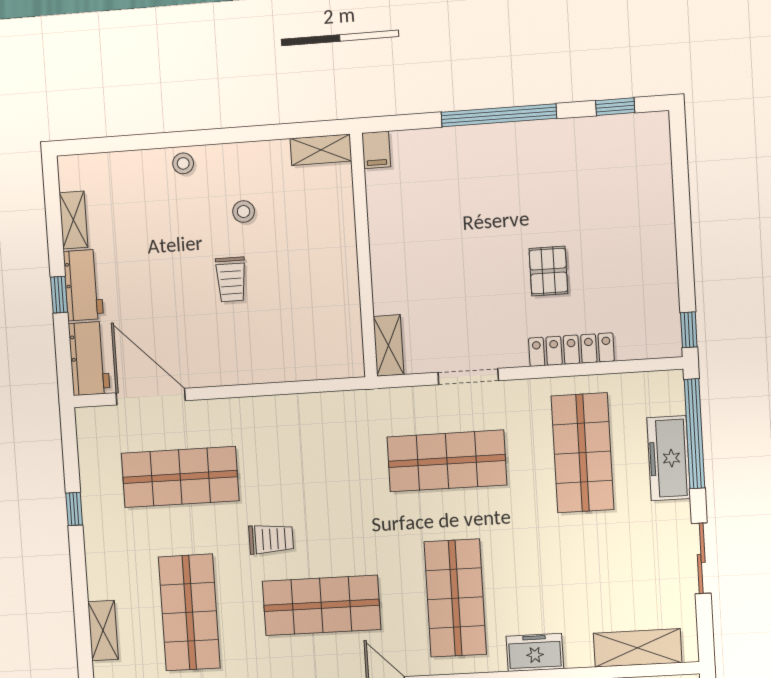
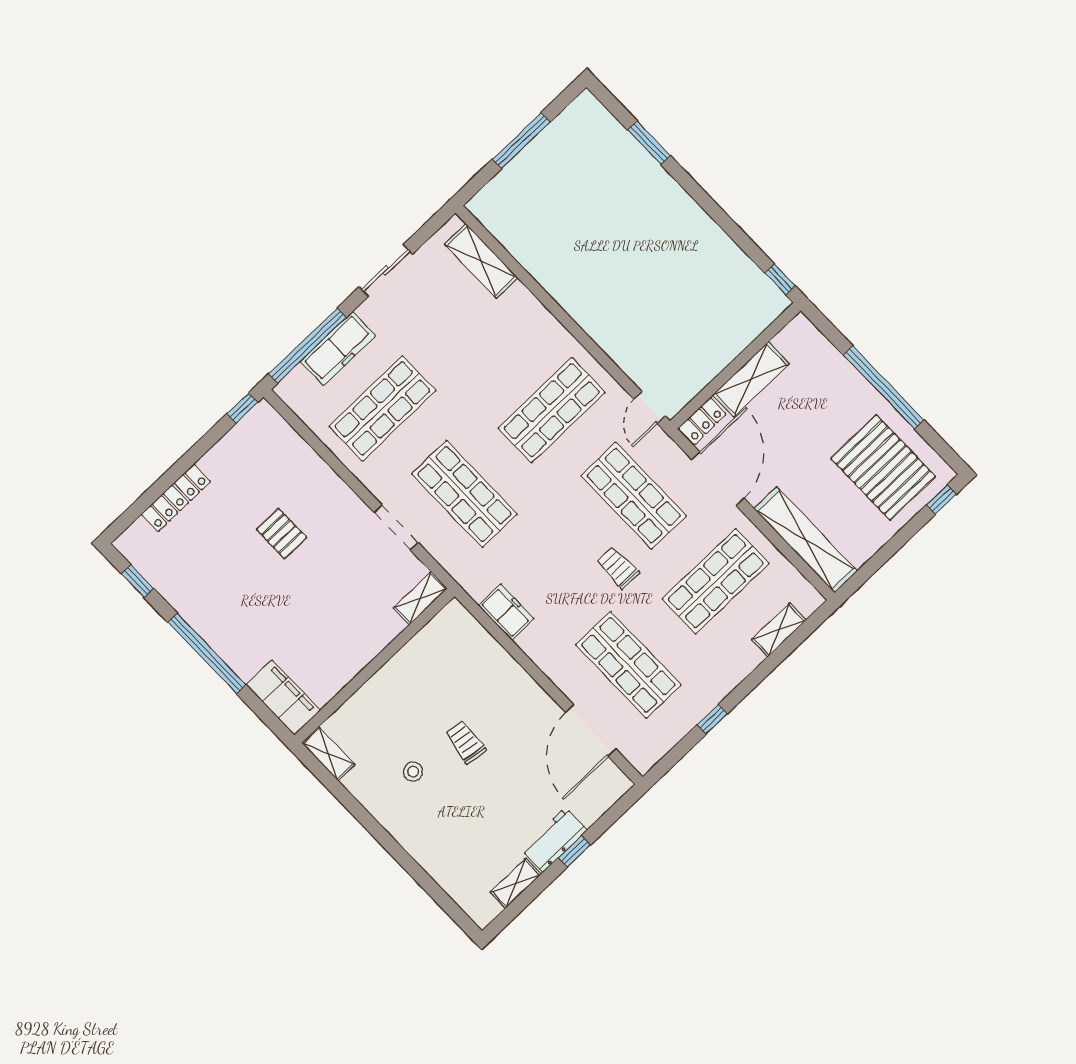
filing cabinet: (376, 150) -> (283, 698), width x3.00, depth x1.17
stool: (183, 163) -> (415, 840), removed
pallet: (548, 271) -> (282, 533), turned 90
trolley: (231, 279) -> (466, 742), turned -82
locker: (571, 350) -> (176, 498), moved, turned -90
workbench: (89, 359) -> (601, 794), removed
freezer: (535, 652) -> (506, 612), moved, turned 180

